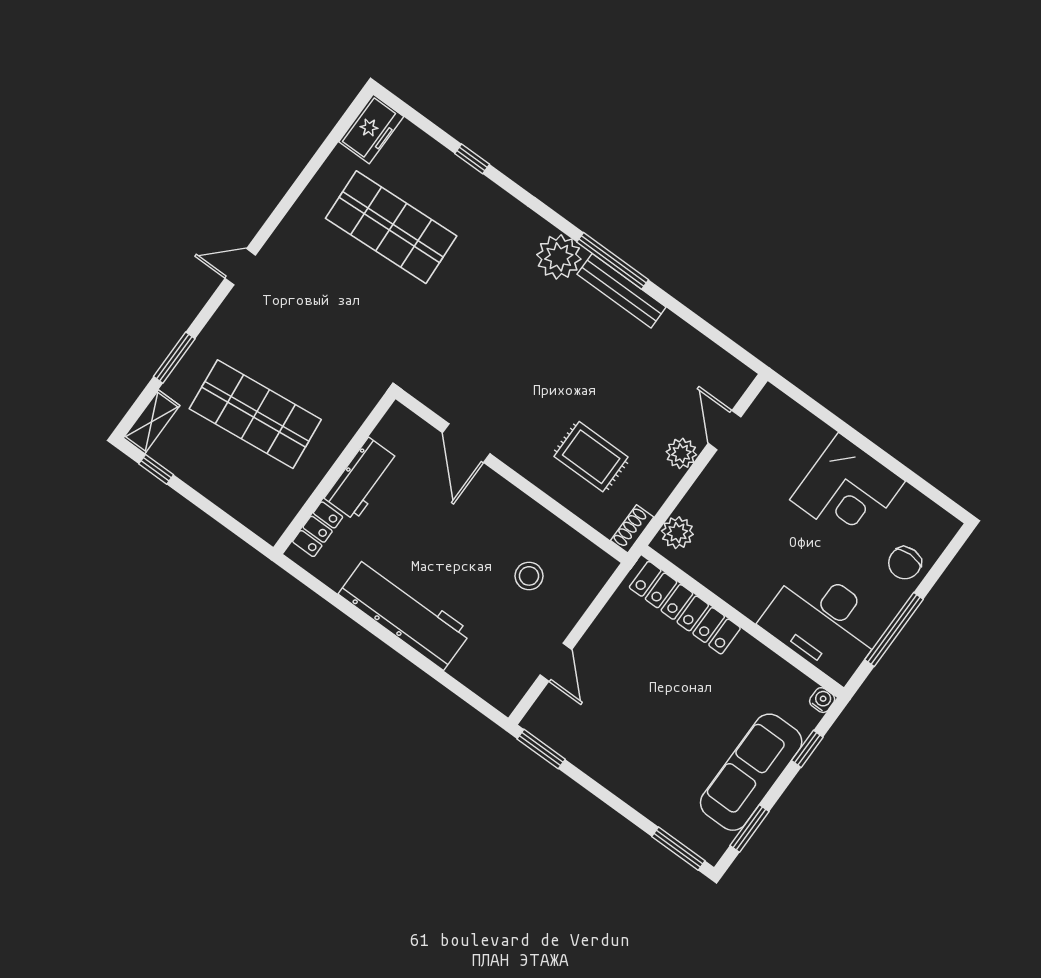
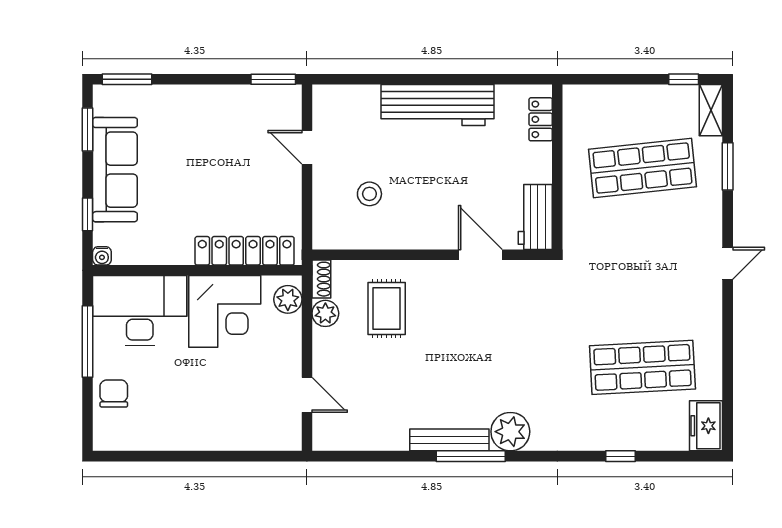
plant: (681, 453) -> (325, 313), moved
rug: (591, 457) -> (387, 309), turned 90
workbench: (362, 479) -> (535, 217), moved
corner desk: (848, 490) -> (225, 311), moved, turned 180

